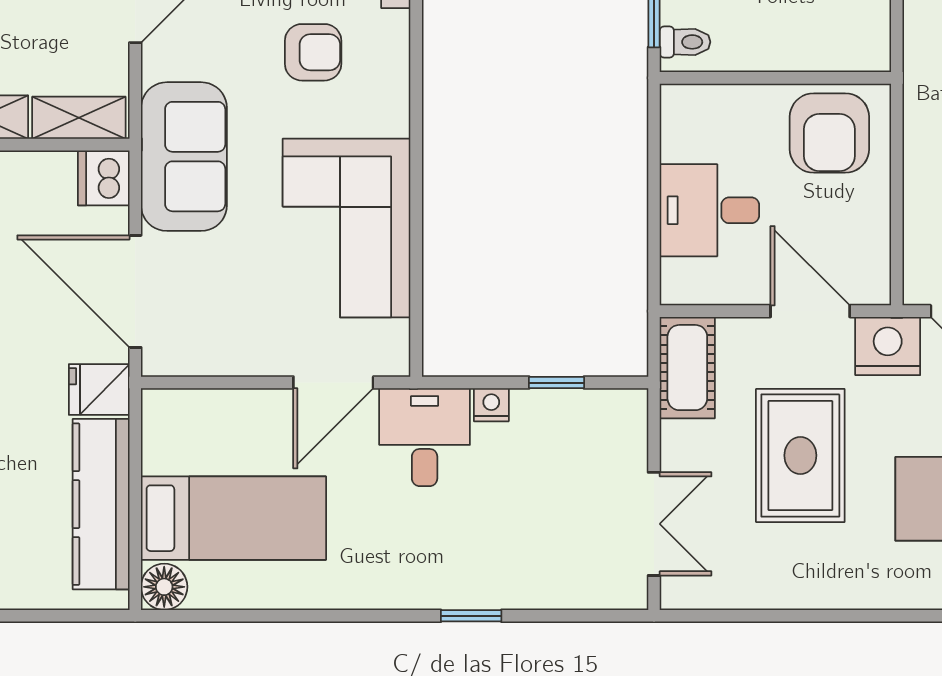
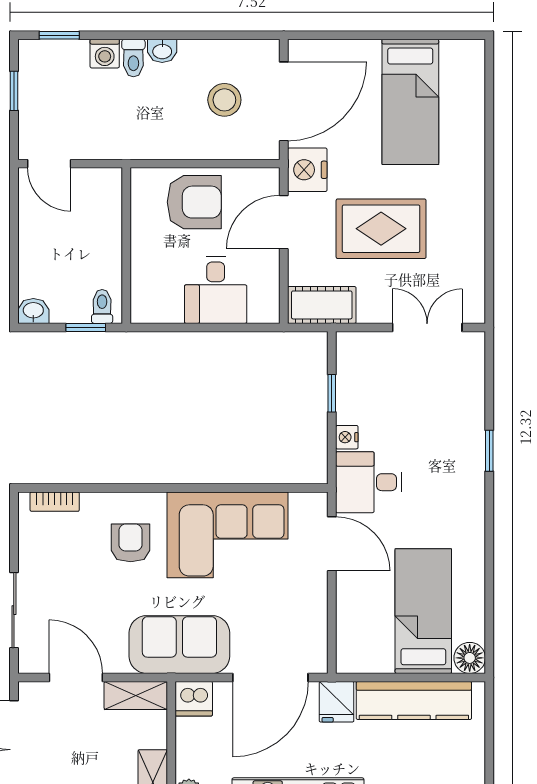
armchair: (313, 52) -> (131, 543), moved
shelving: (79, 118) -> (136, 695), moved, turned 90
armchair: (829, 133) -> (194, 202), moved

